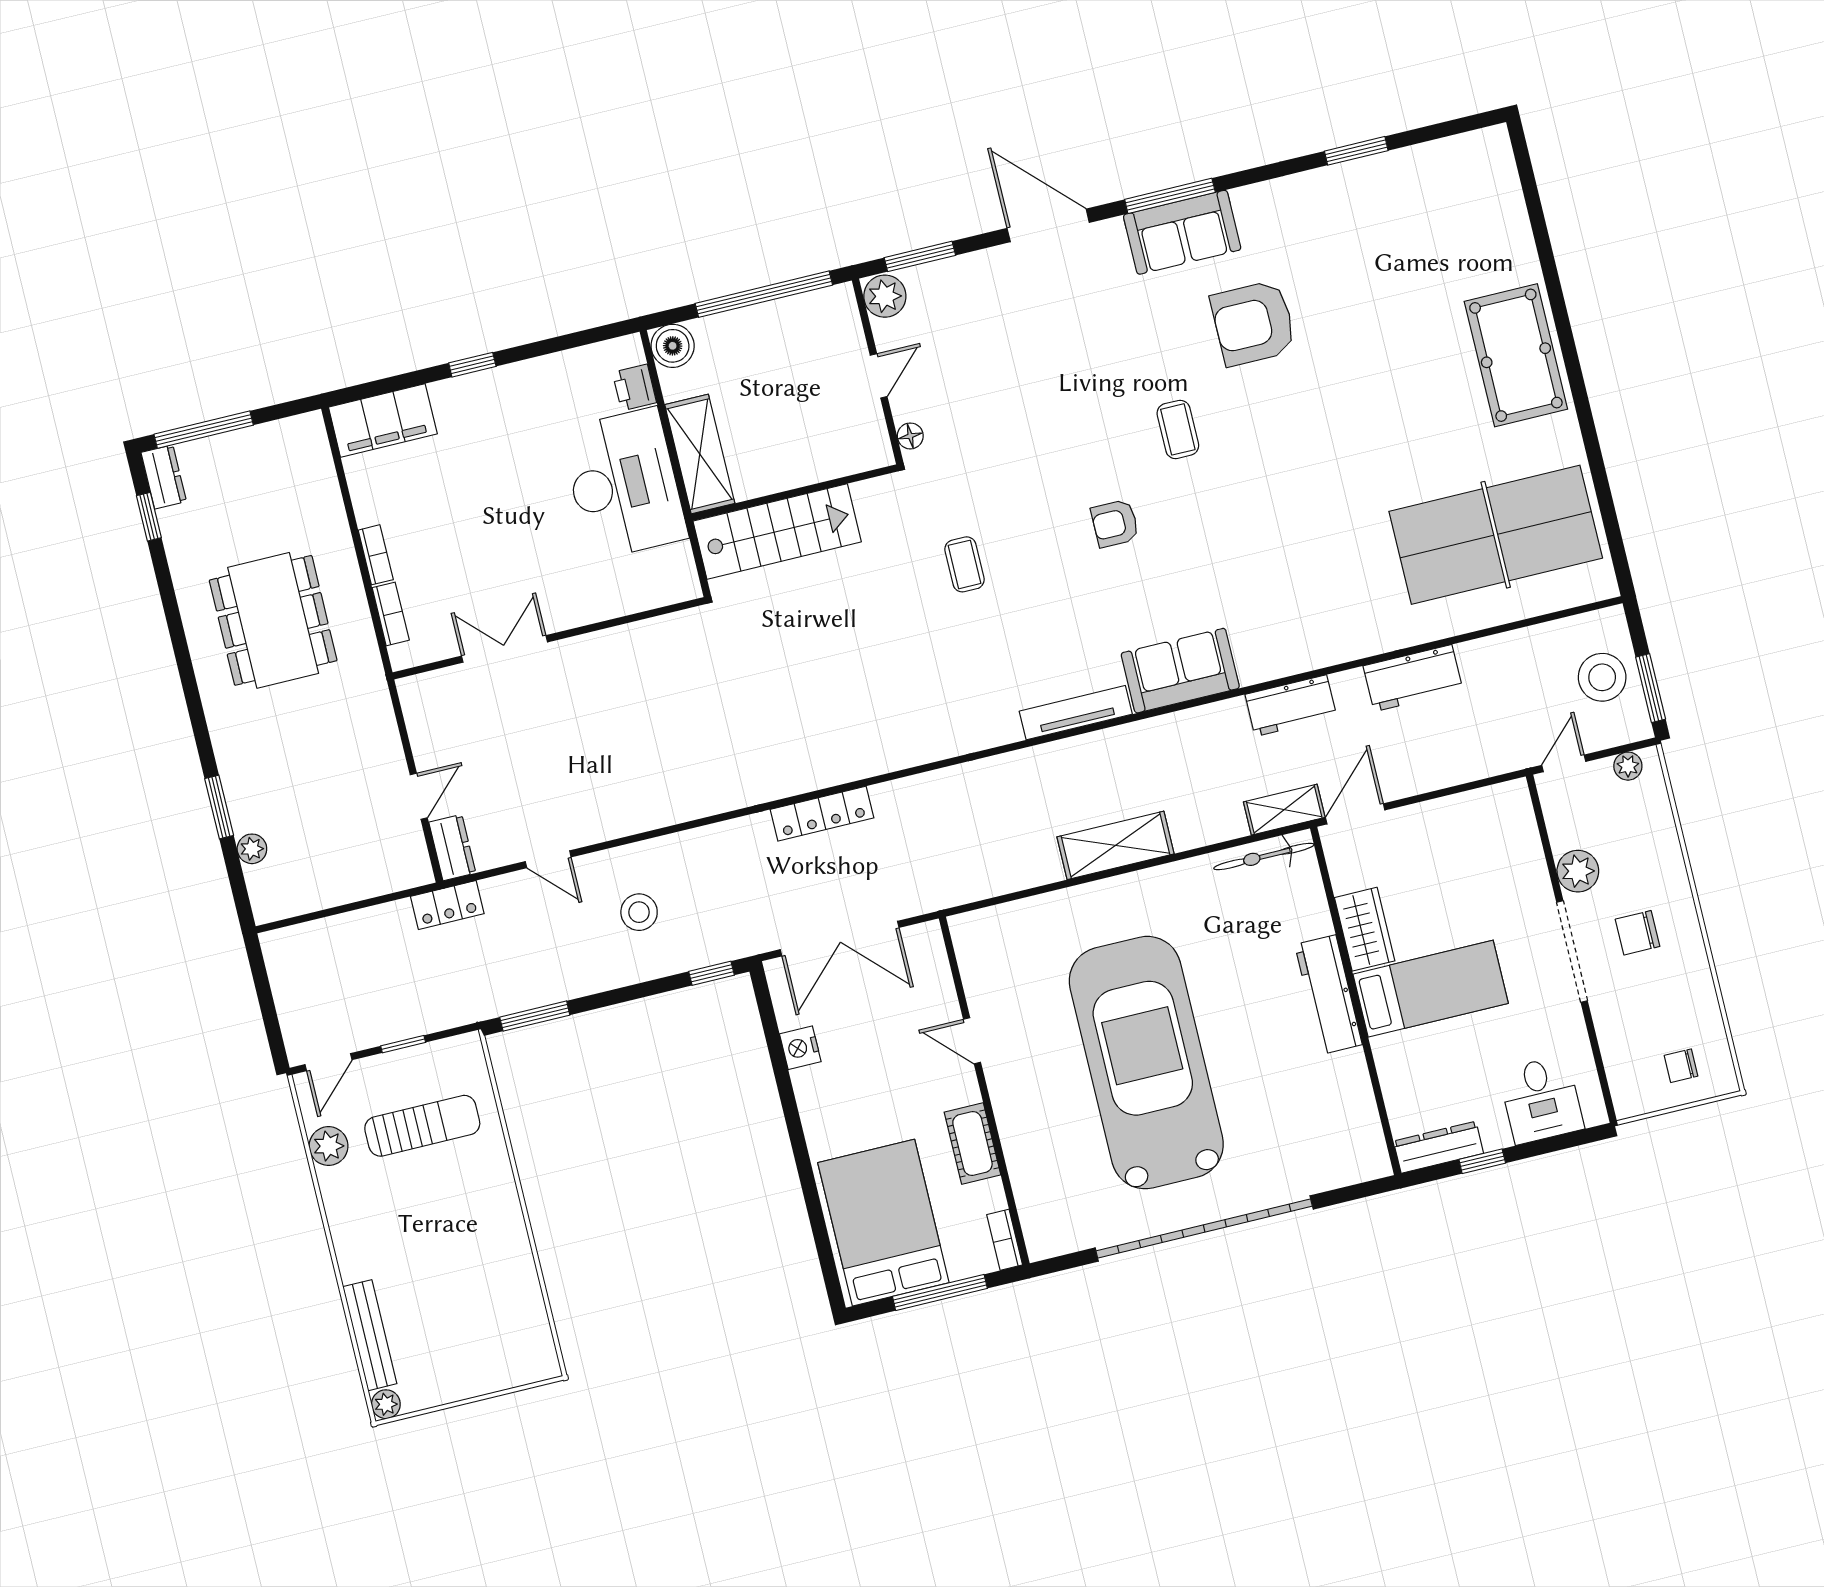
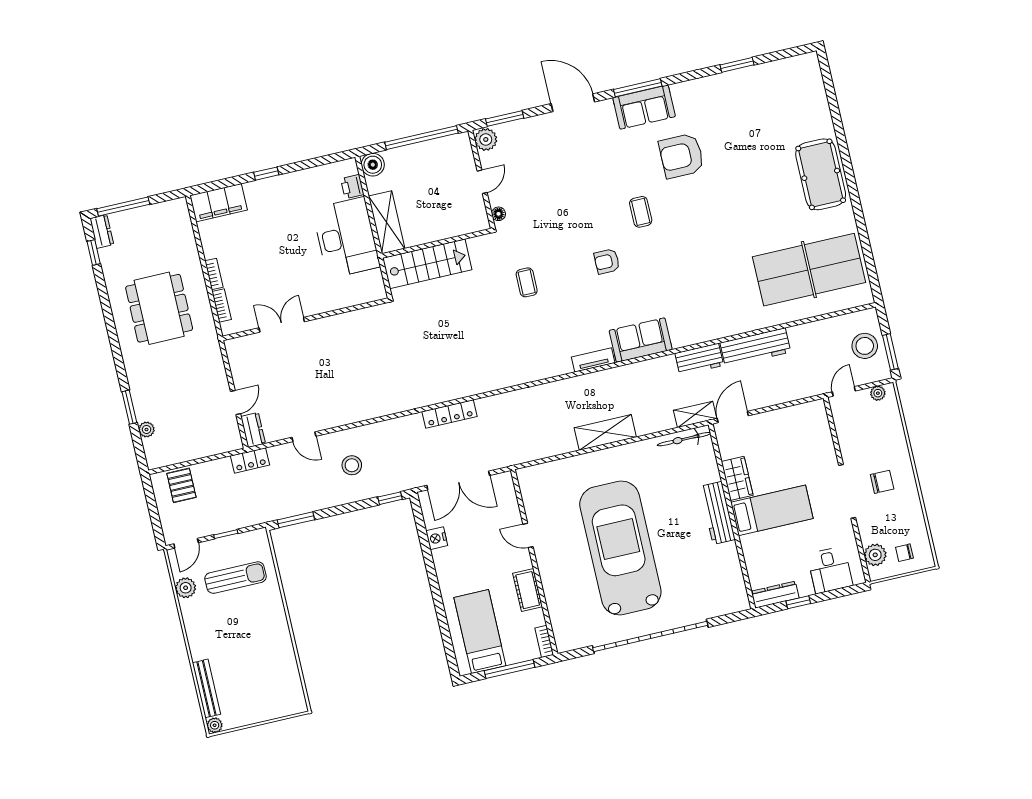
workbench: (1413, 678) -> (755, 347), width x1.38
tv unit: (1076, 713) -> (593, 360), width x0.71
plant: (1578, 871) -> (875, 555), moved
chair: (1638, 933) -> (882, 482), turned 180
pallet: (319, 953) -> (181, 485), added
bed: (883, 1223) -> (480, 632), width x0.67

